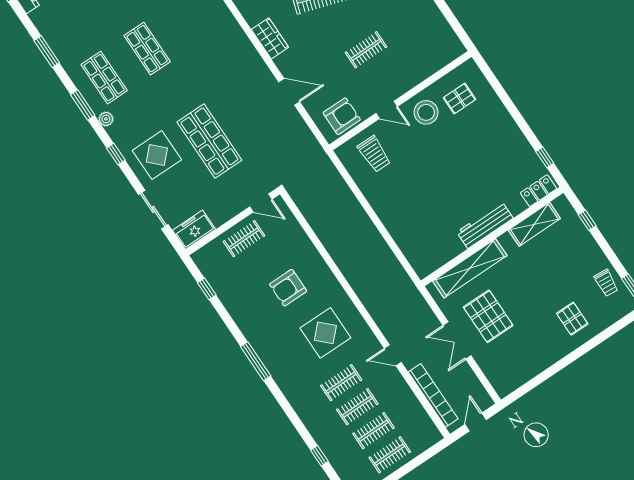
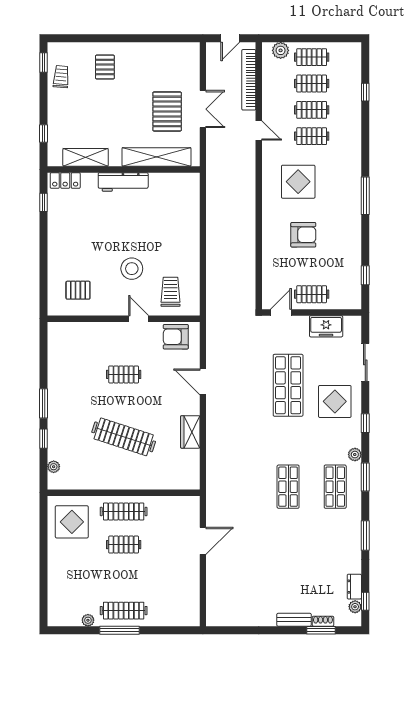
stool: (426, 112) -> (132, 269), moved
door: (261, 203) -> (281, 312), hinge flipped
freezer: (194, 230) -> (326, 326), moved
plant: (422, 442) -> (281, 50), added

